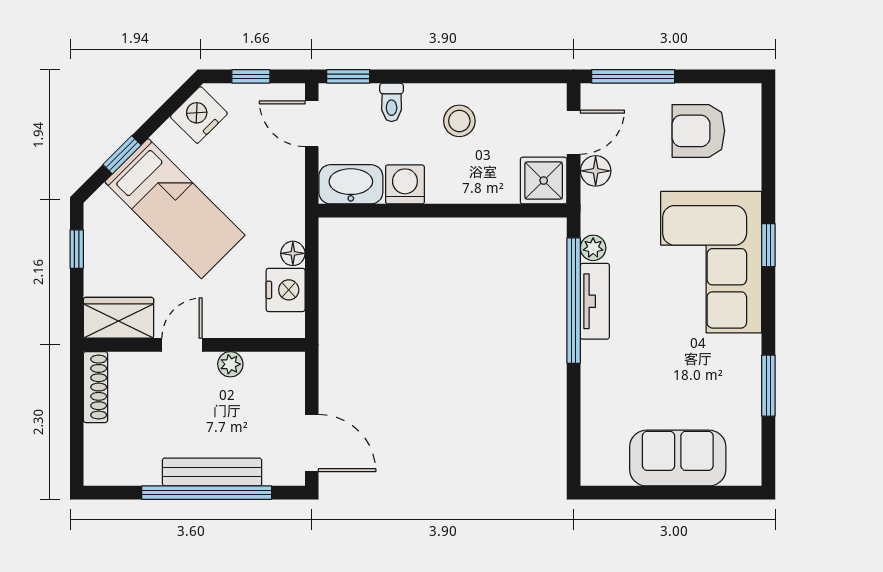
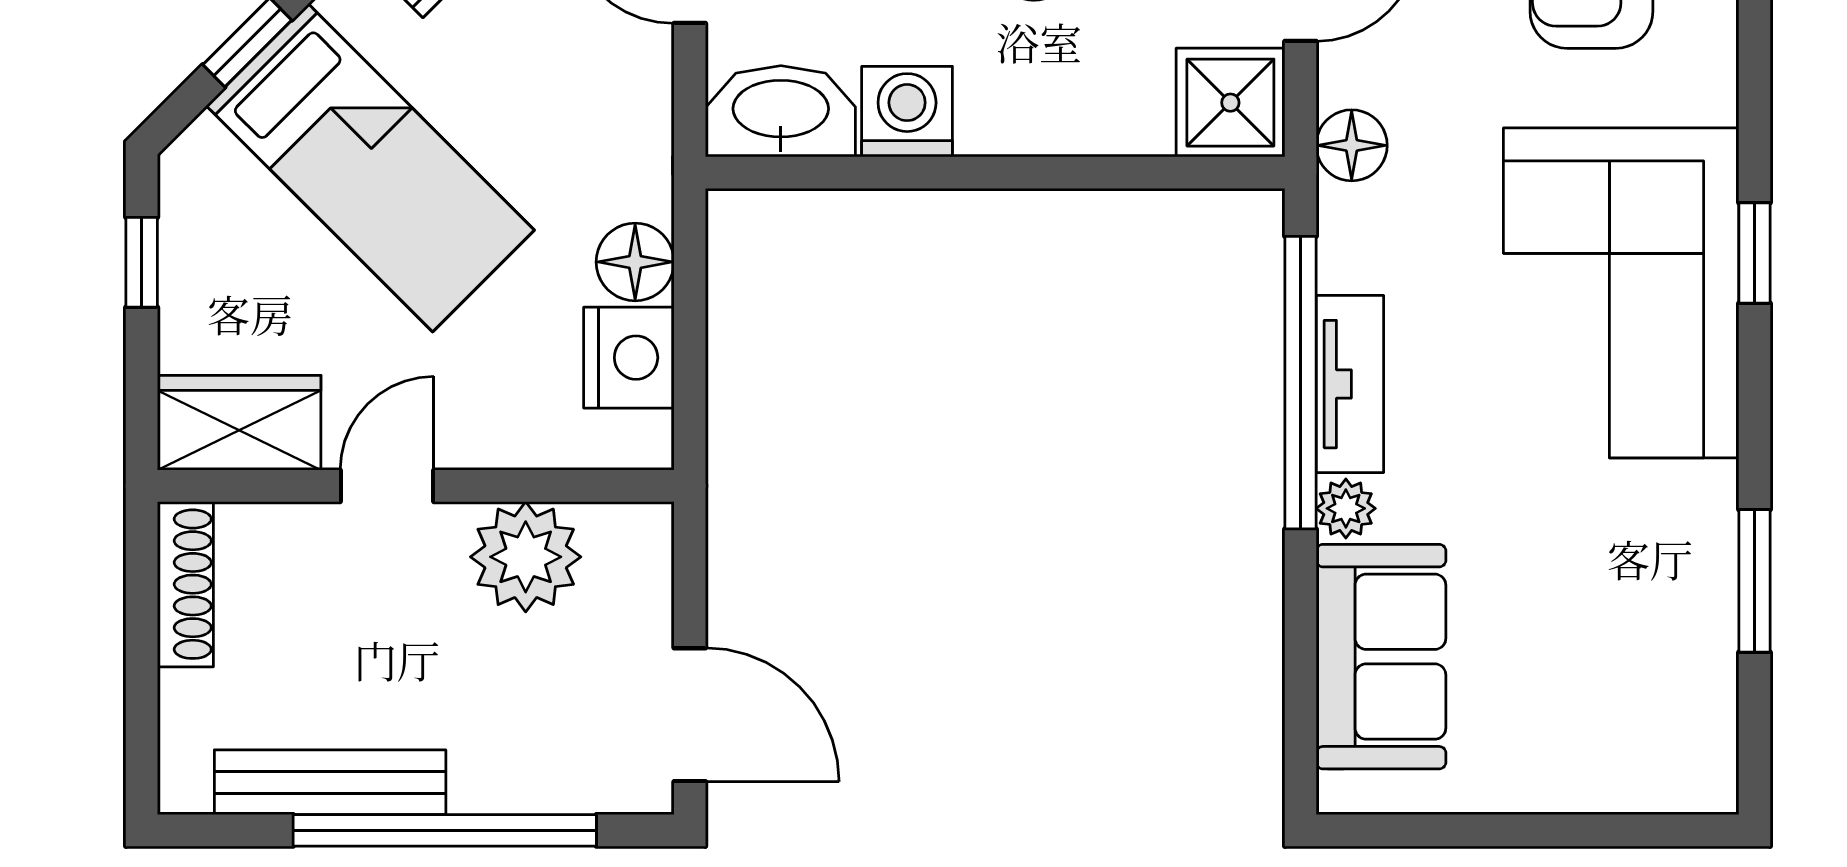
floor lamp: (596, 171) -> (1352, 145), moved
plant: (593, 248) -> (1346, 508), moved
floor lamp: (293, 253) -> (635, 262), width x1.37, depth x1.37
plant: (230, 364) -> (526, 557), width x1.88, depth x1.88
sofa: (678, 458) -> (1381, 657), moved, turned 90
bench: (212, 472) -> (330, 782), moved

